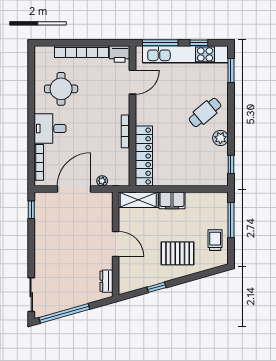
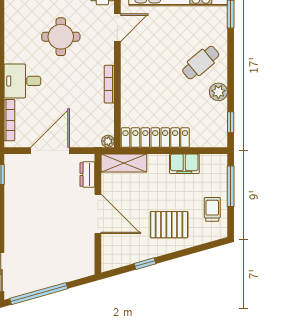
round table: (61, 89) -> (61, 37), moved
locker: (144, 156) -> (155, 138), moved, turned -90
plant: (102, 181) -> (108, 141), moved
filing cabinet: (172, 200) -> (184, 164), moved
door: (116, 244) -> (98, 214), width x1.36
dresser: (107, 281) -> (87, 174), moved

